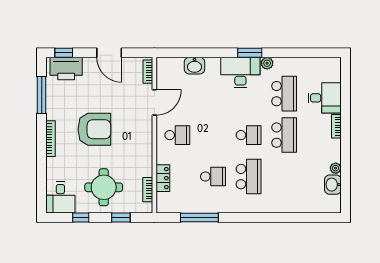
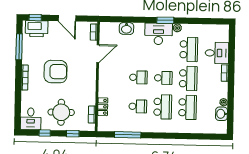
school desk: (177, 135) -> (138, 77), moved
school desk: (284, 177) -> (188, 107), added

